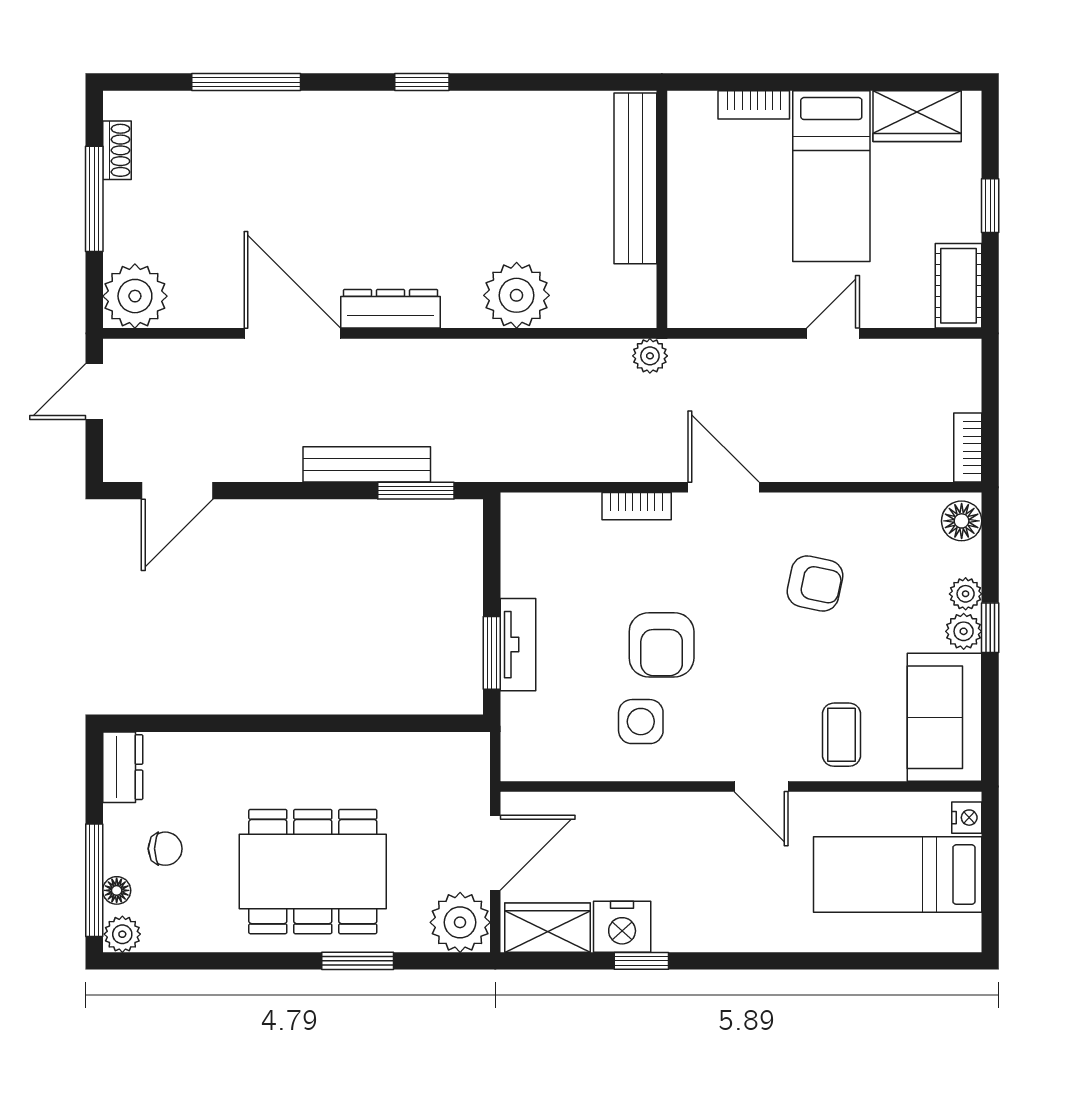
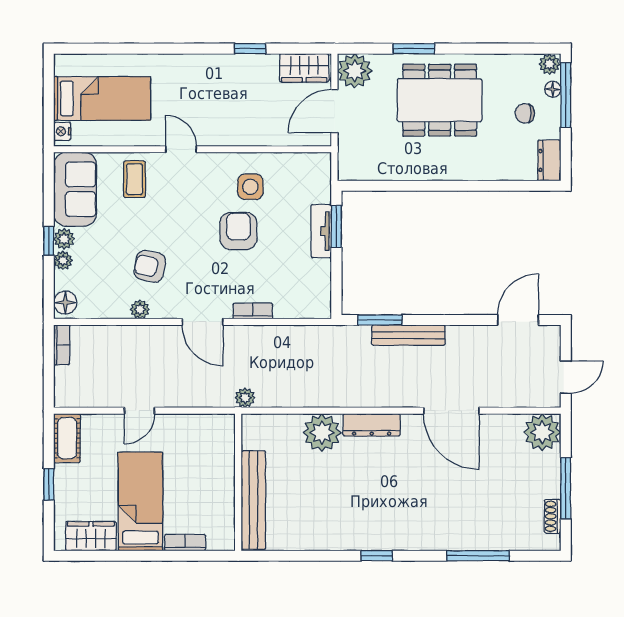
dresser: (391, 309) -> (372, 425), moved
plant: (832, 509) -> (140, 309), added
nightstand: (622, 927) -> (261, 68), removed

